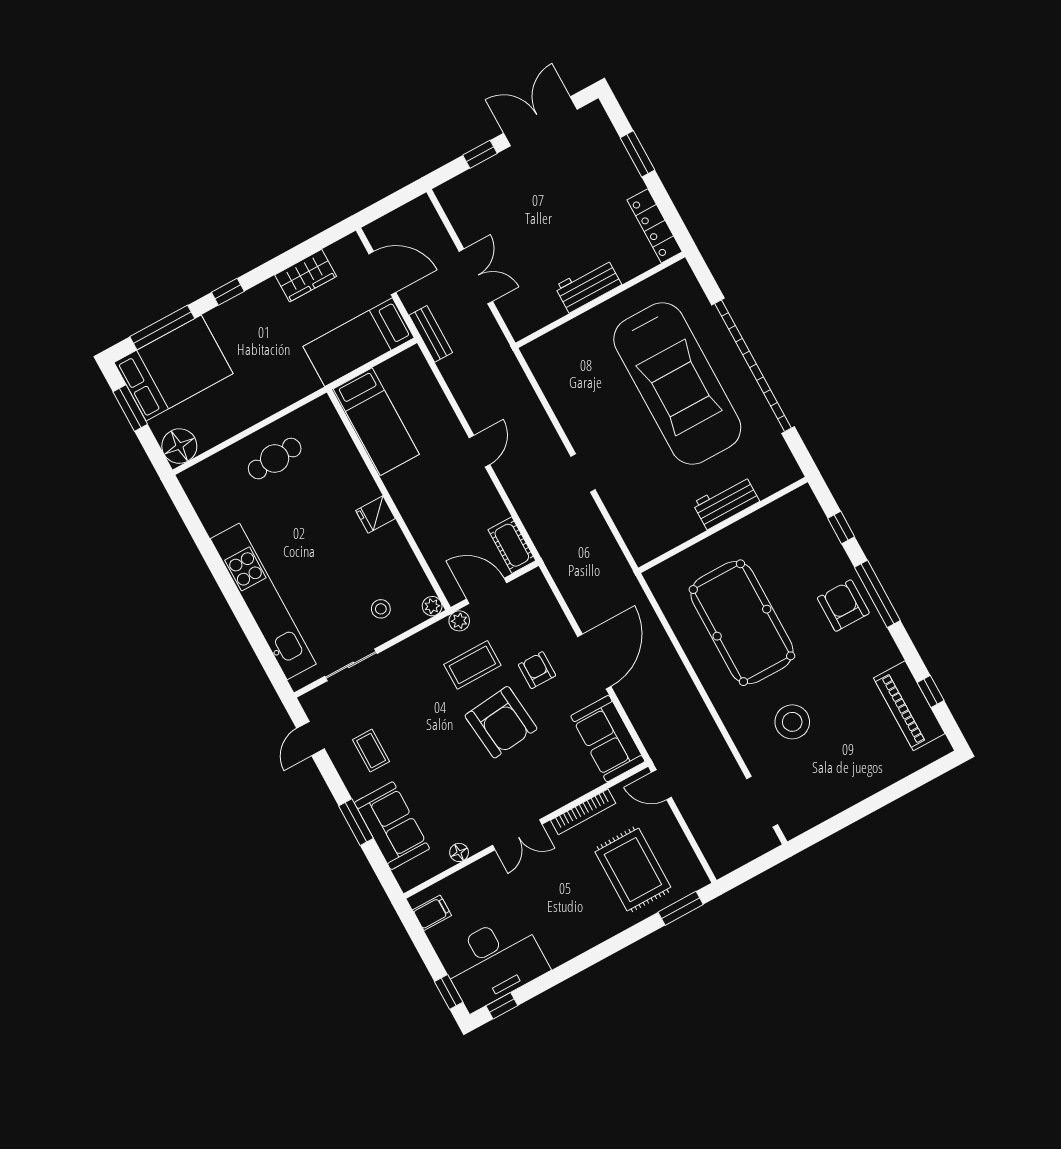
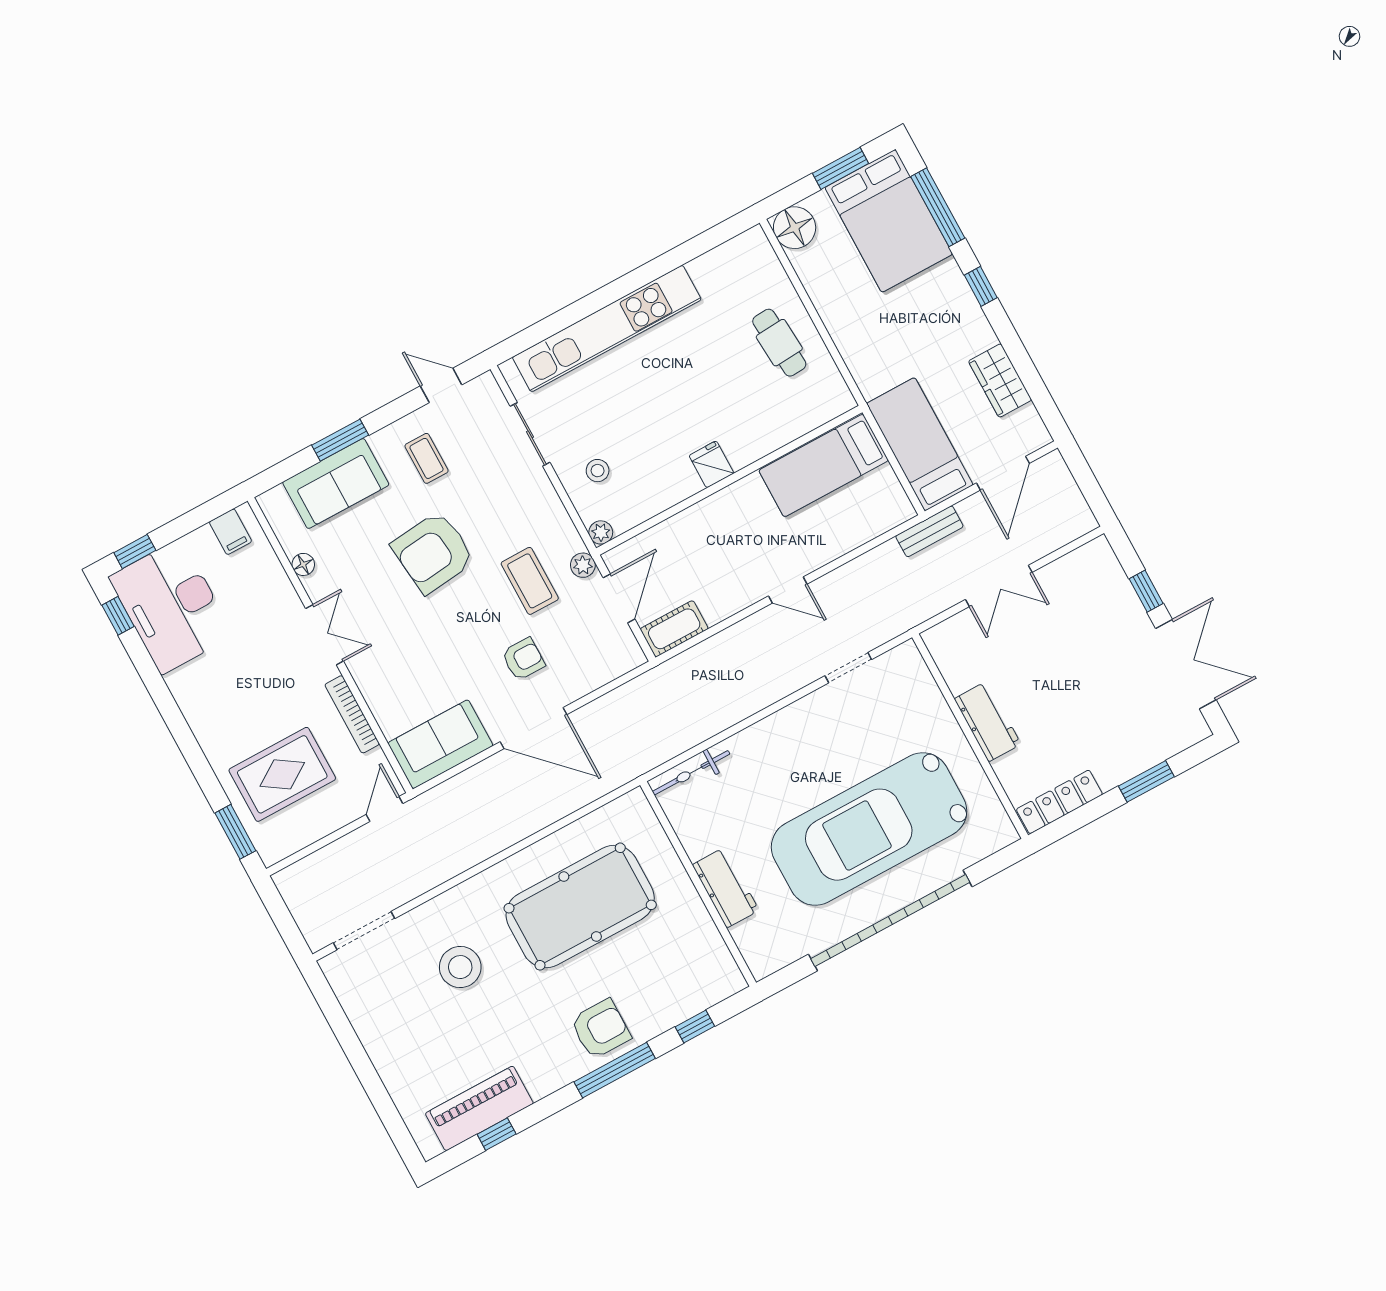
doorway: (583, 473) -> (848, 668), moved
bicycle: (631, 531) -> (691, 773), added
armchair: (501, 722) -> (433, 552), moved
coffee table: (371, 751) -> (427, 458), turned 90
double door: (517, 835) -> (325, 635), swing flipped

